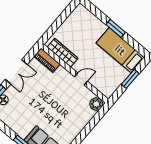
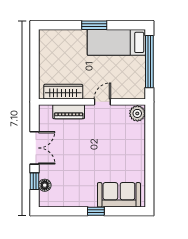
piano: (47, 60) -> (69, 112), moved
window: (130, 79) -> (149, 62), width x2.11

